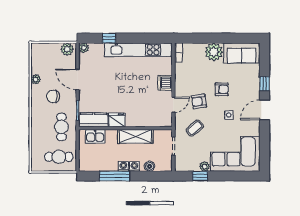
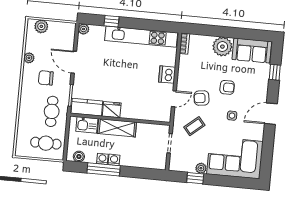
plant: (67, 49) -> (41, 26), moved
window: (265, 84) -> (275, 72), moved
shelving: (135, 136) -> (117, 128), moved
washing machine: (134, 166) -> (102, 159), moved
boiler: (150, 166) -> (79, 157), moved

